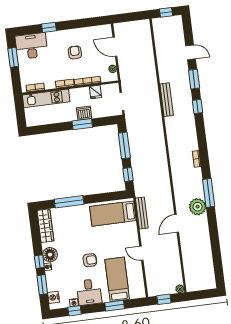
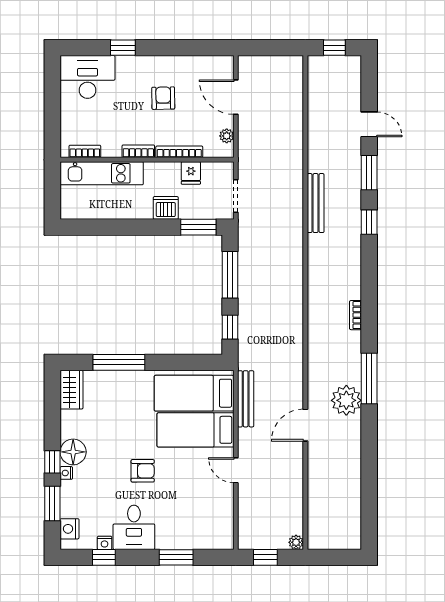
window: (13, 57) -> (52, 93), removed
window: (82, 124) -> (198, 227), moved
wardrobe: (45, 226) -> (71, 390), width x0.67
bed: (117, 279) -> (196, 430), moved, turned -90

